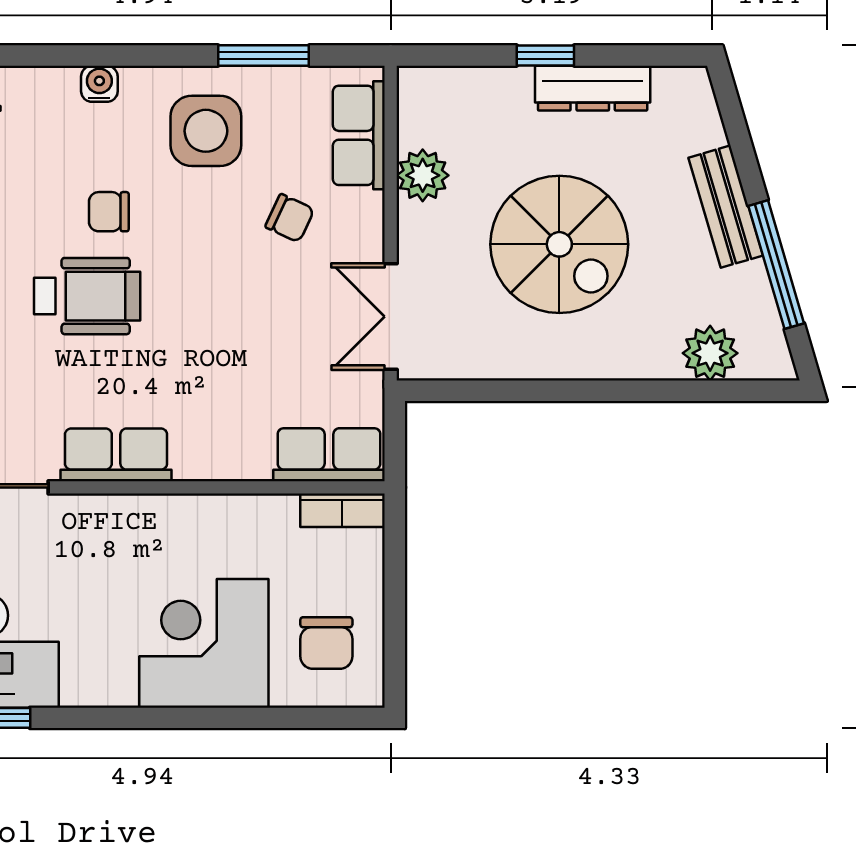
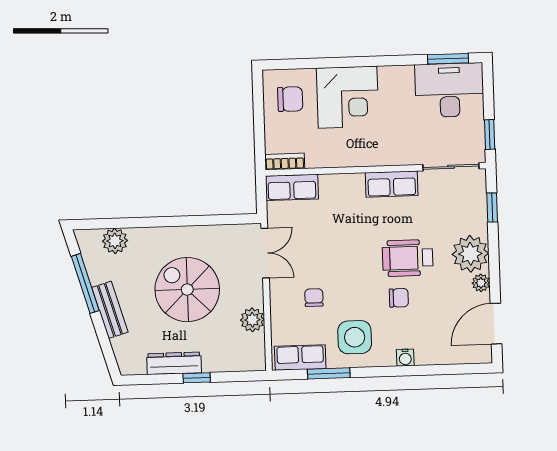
row of seats: (359, 135) -> (300, 357), moved, turned -90
chair: (290, 218) -> (314, 298), turned 65
chair: (326, 643) -> (290, 99), turned 90

